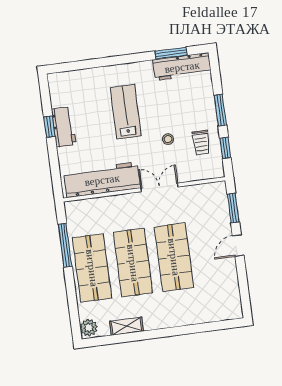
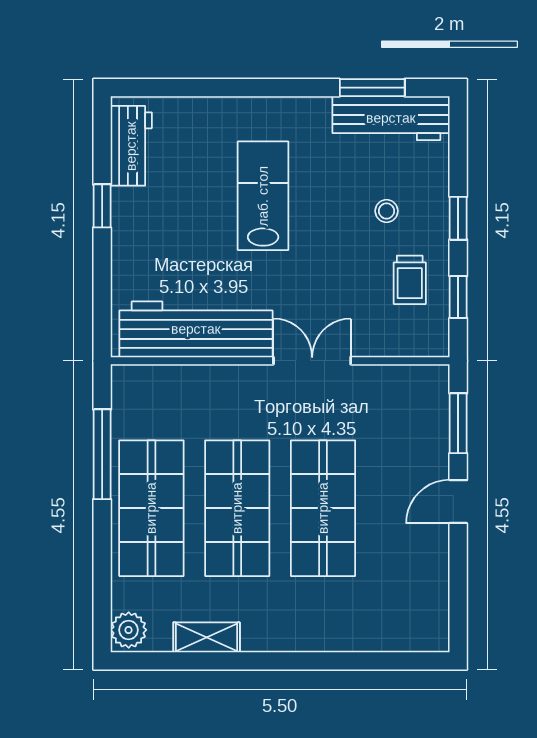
window: (220, 110) -> (458, 218), width x0.67
workbench: (64, 127) -> (131, 146), moved
stool: (168, 139) -> (386, 211), moved

